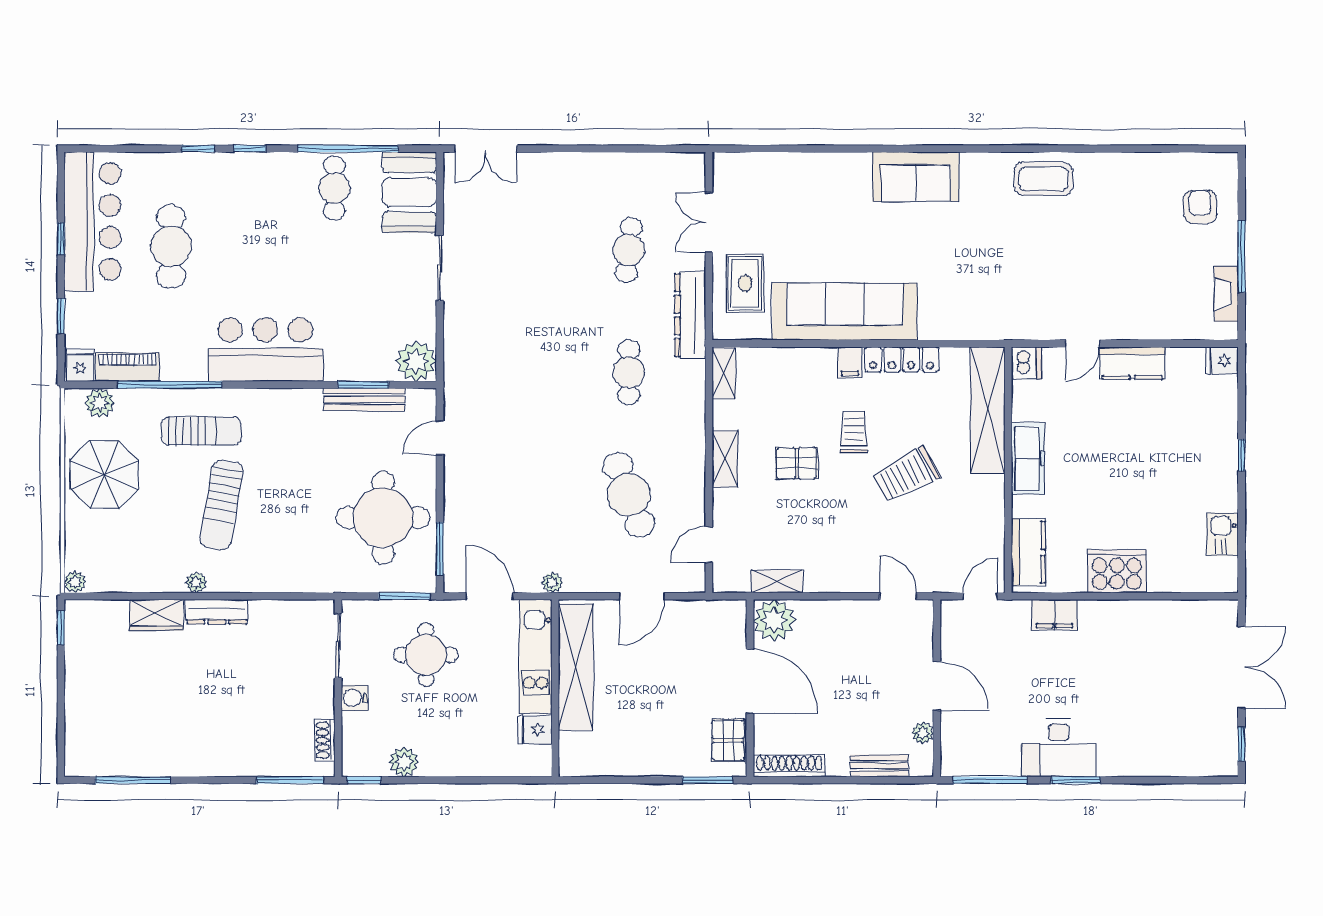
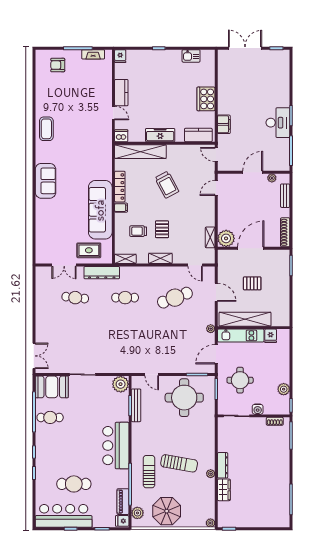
trolley: (854, 432) -> (138, 231), moved
pallet: (728, 740) -> (252, 283), moved

